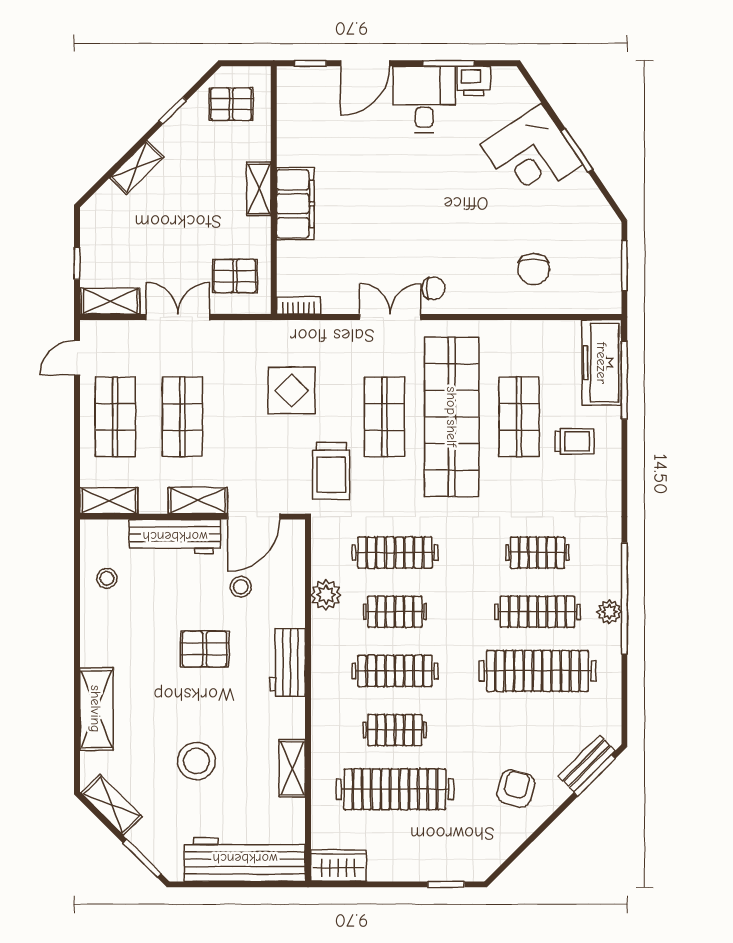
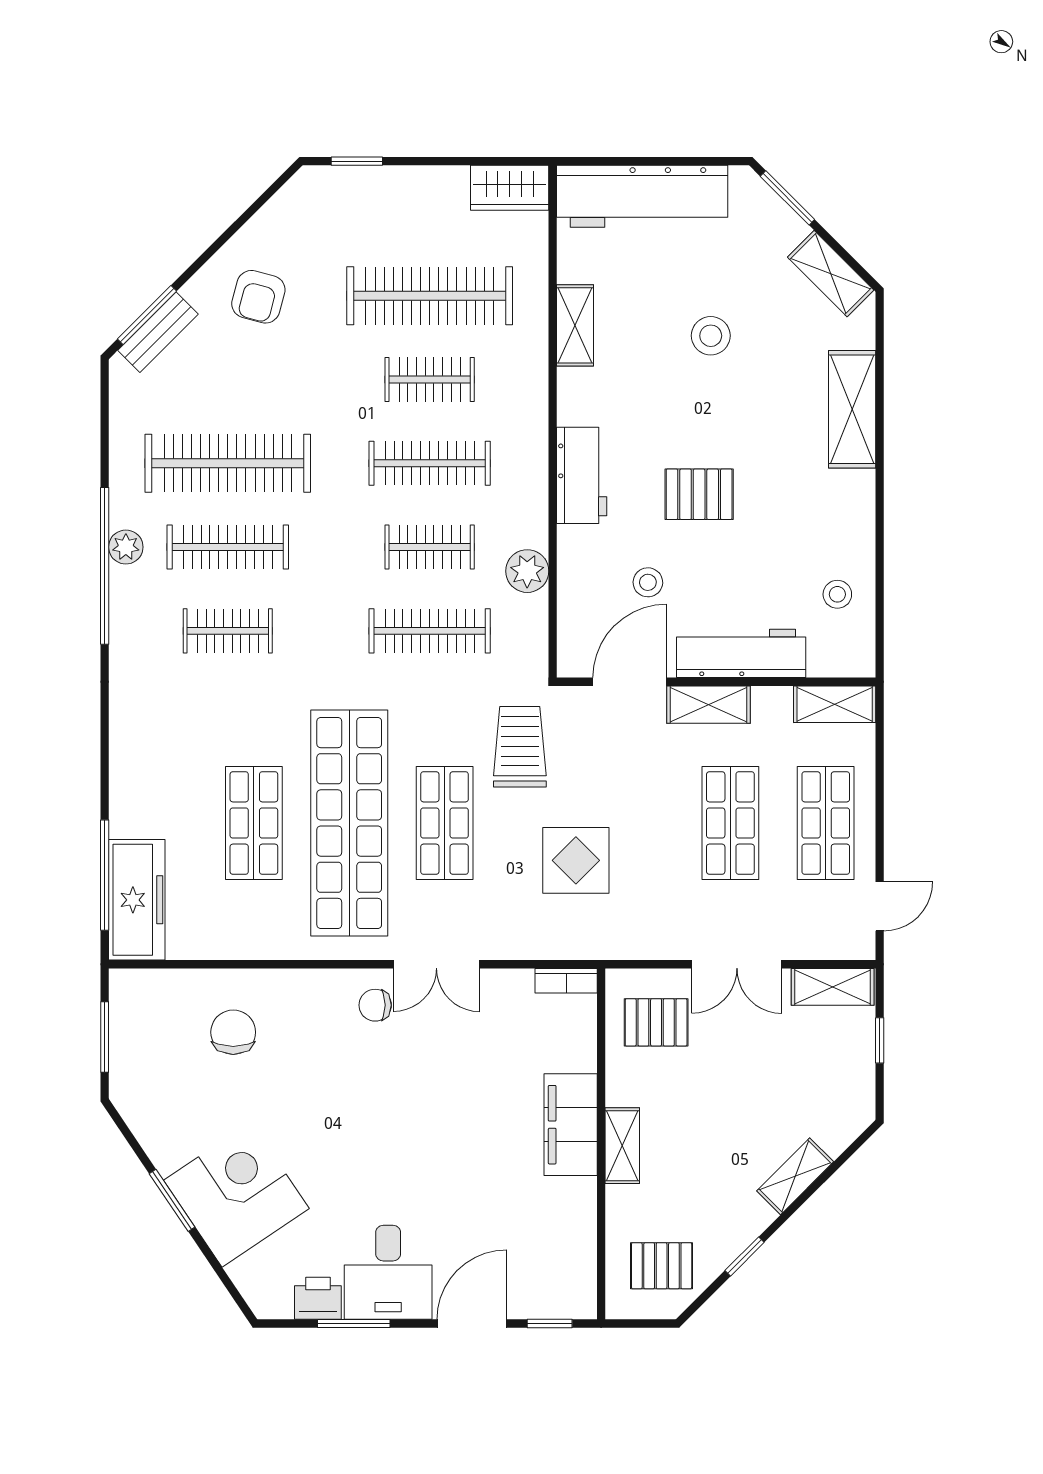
trolley: (574, 441) -> (176, 788), removed
stool: (196, 761) -> (711, 336), width x0.73, depth x0.73

